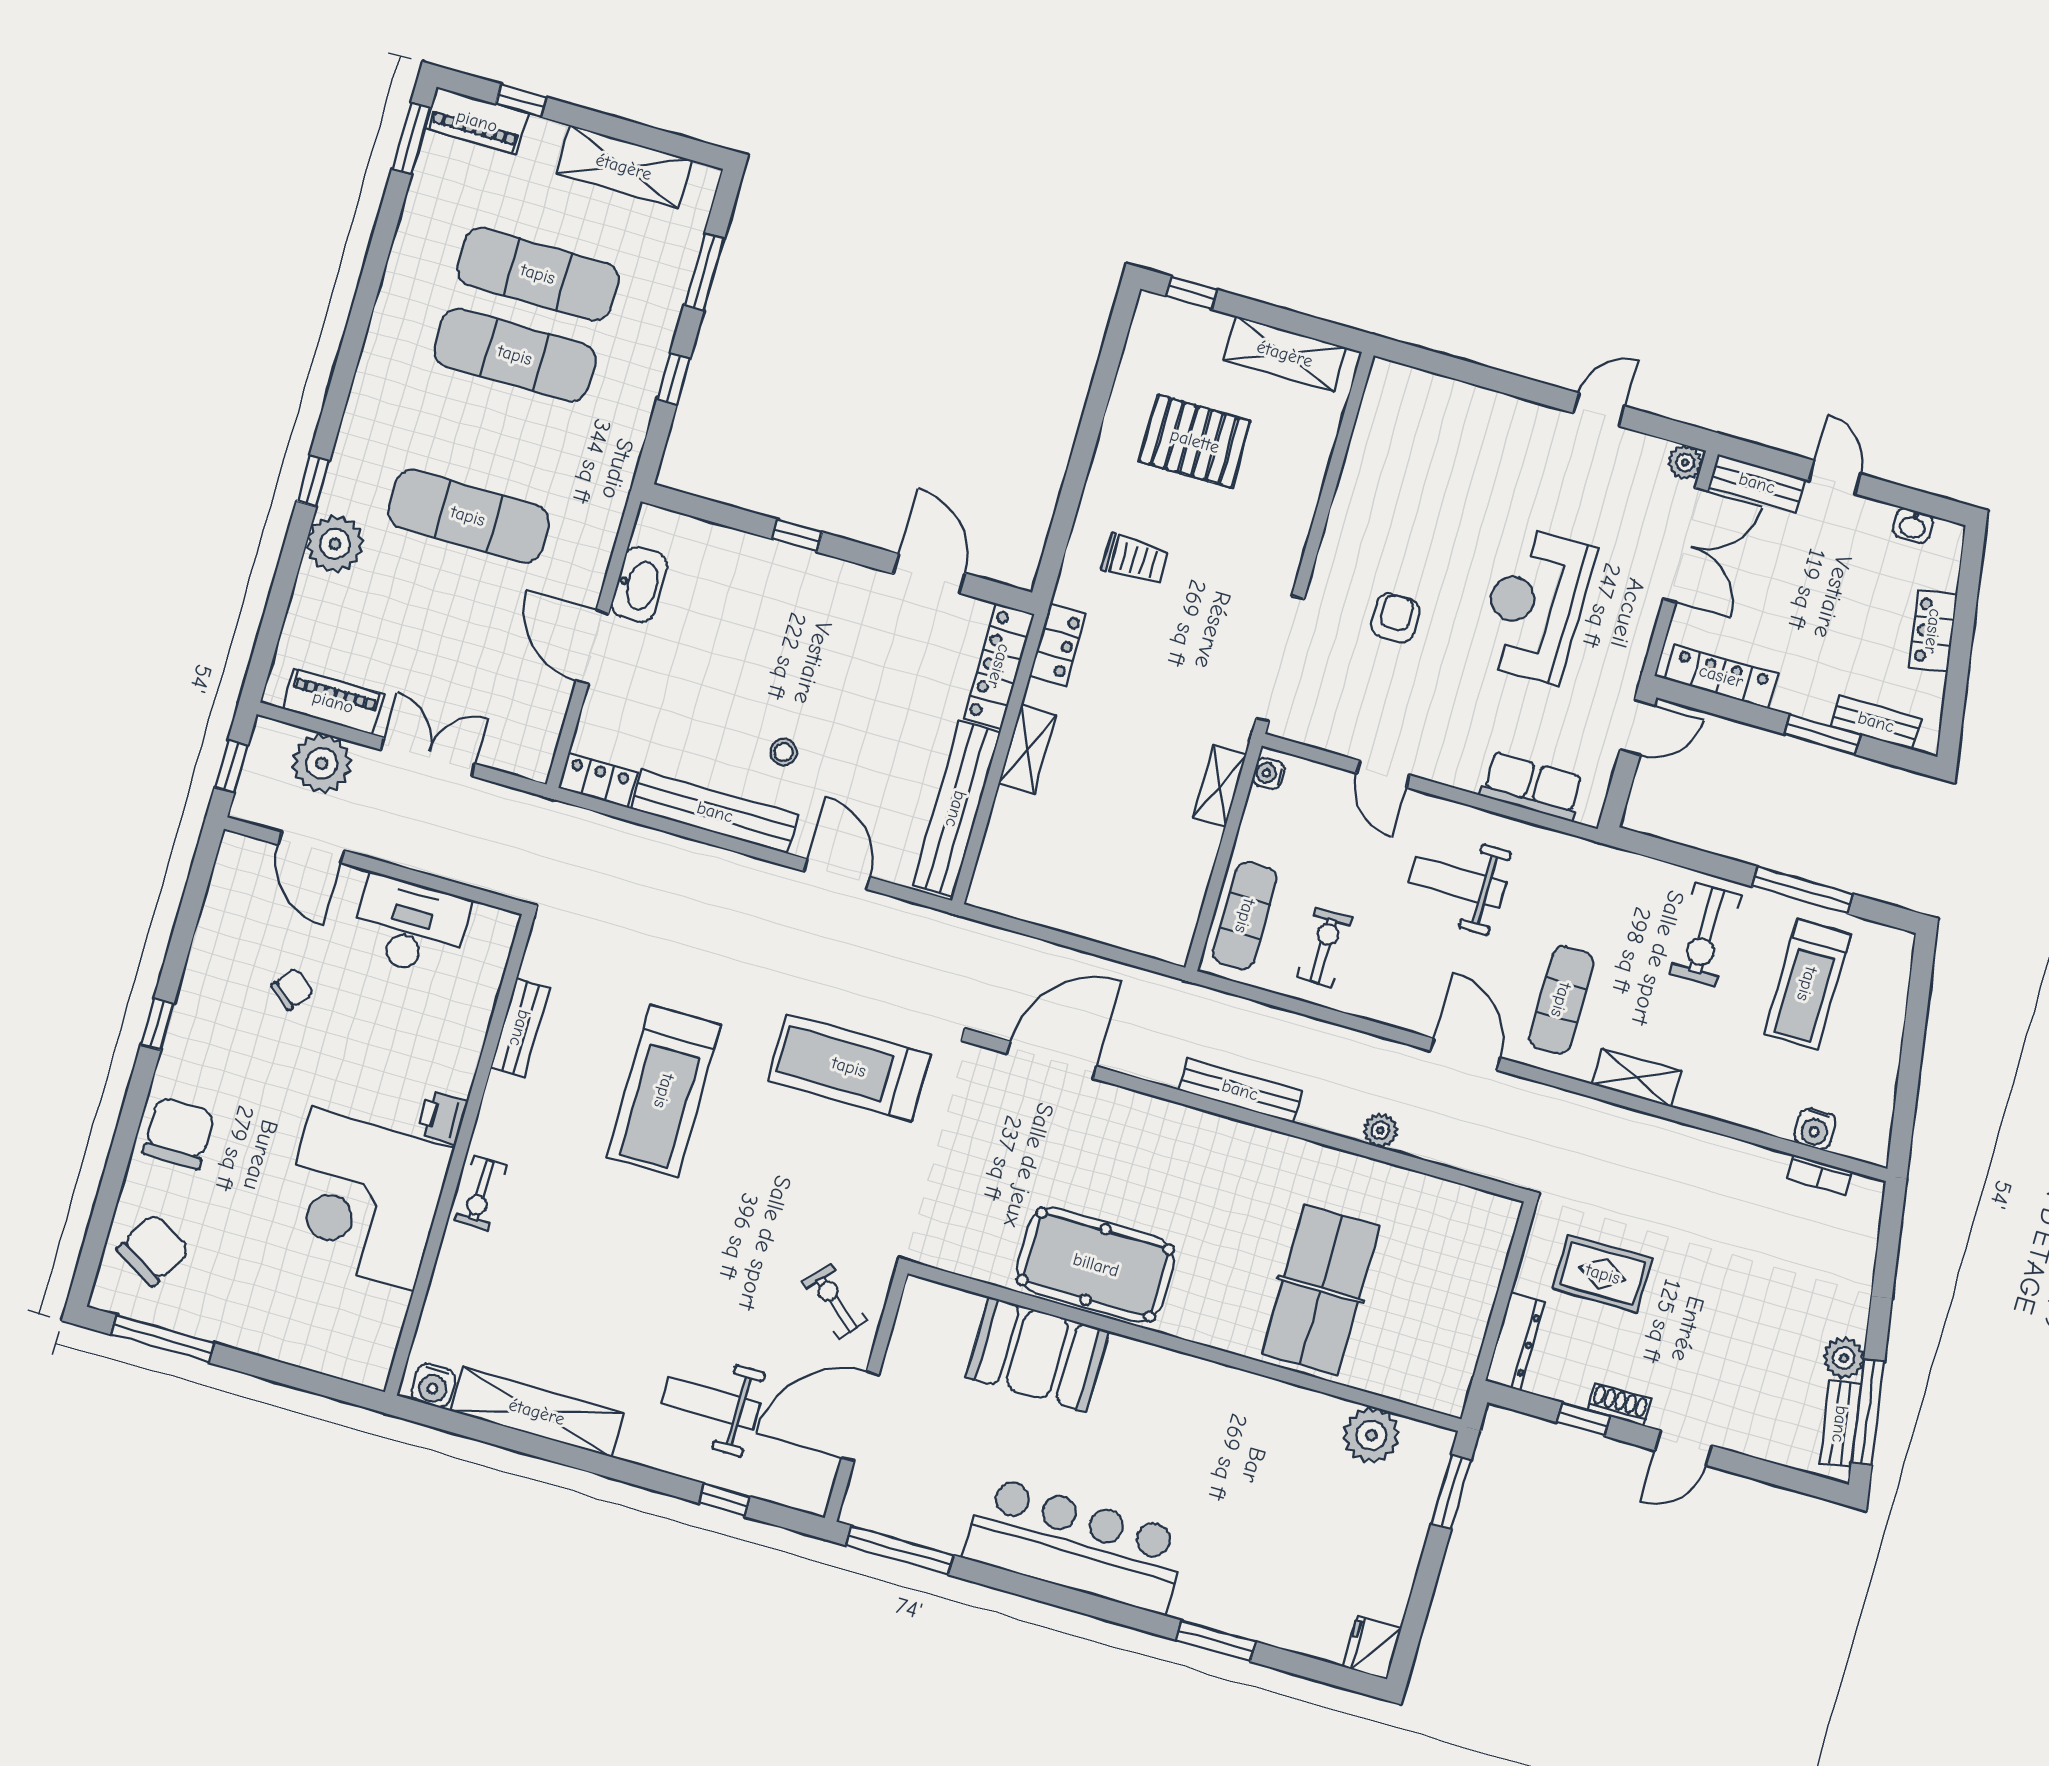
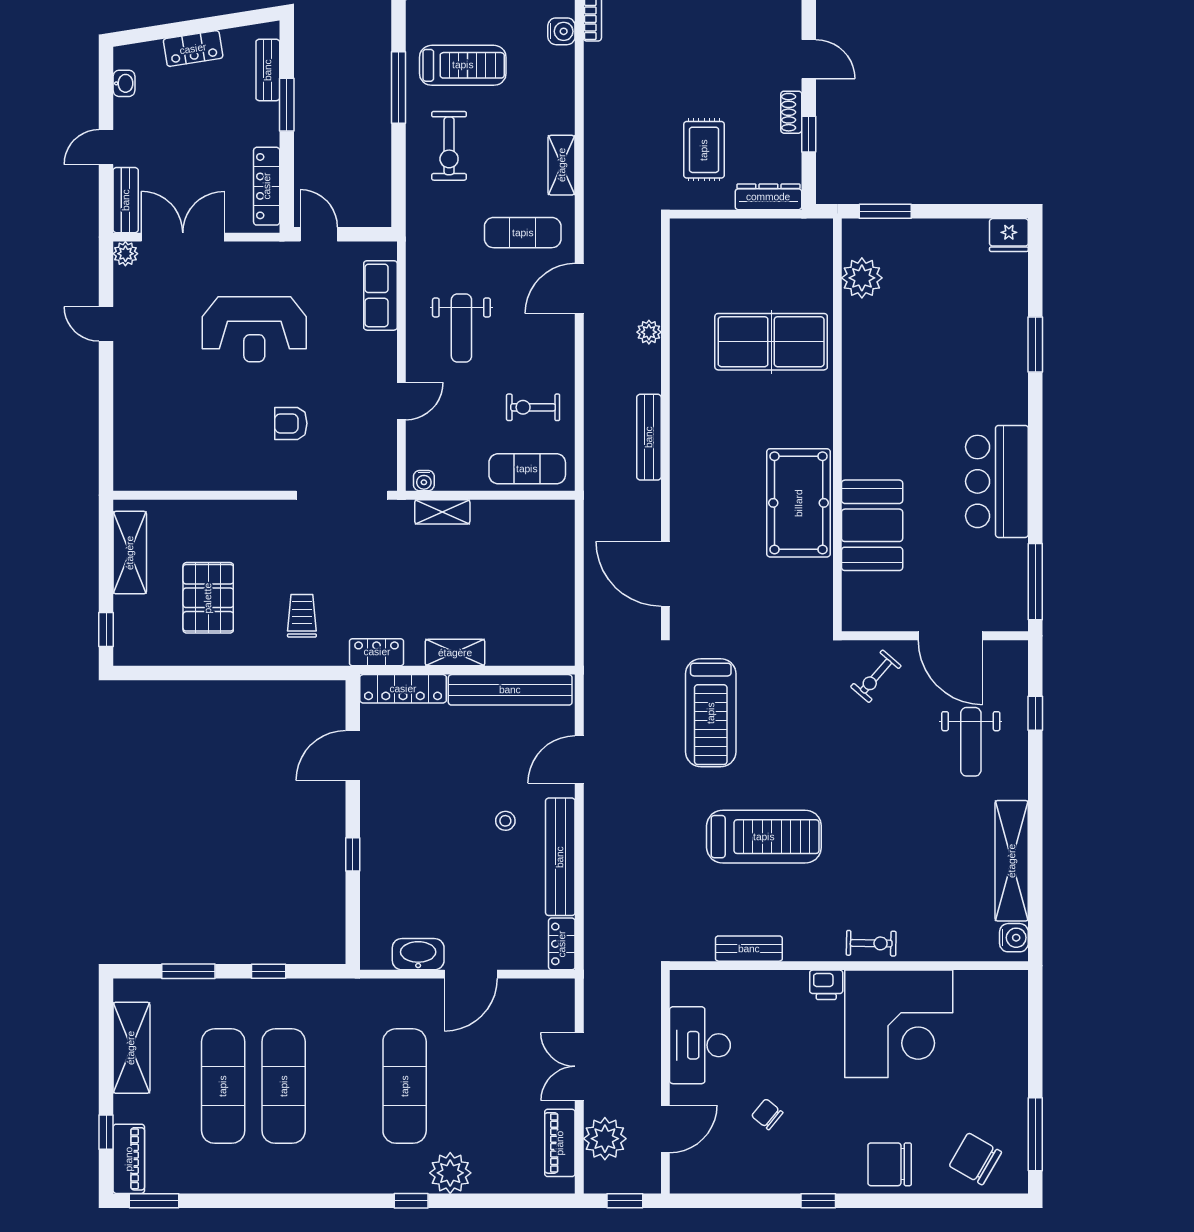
exercise bike: (1705, 935) -> (449, 146), turned 90
bar counter: (1075, 1545) -> (997, 481), width x0.73

